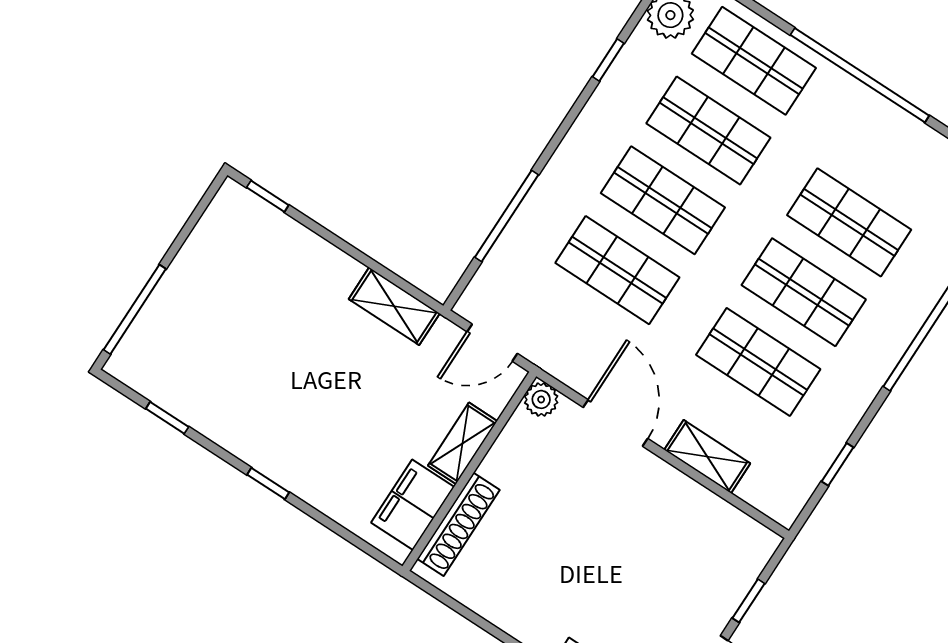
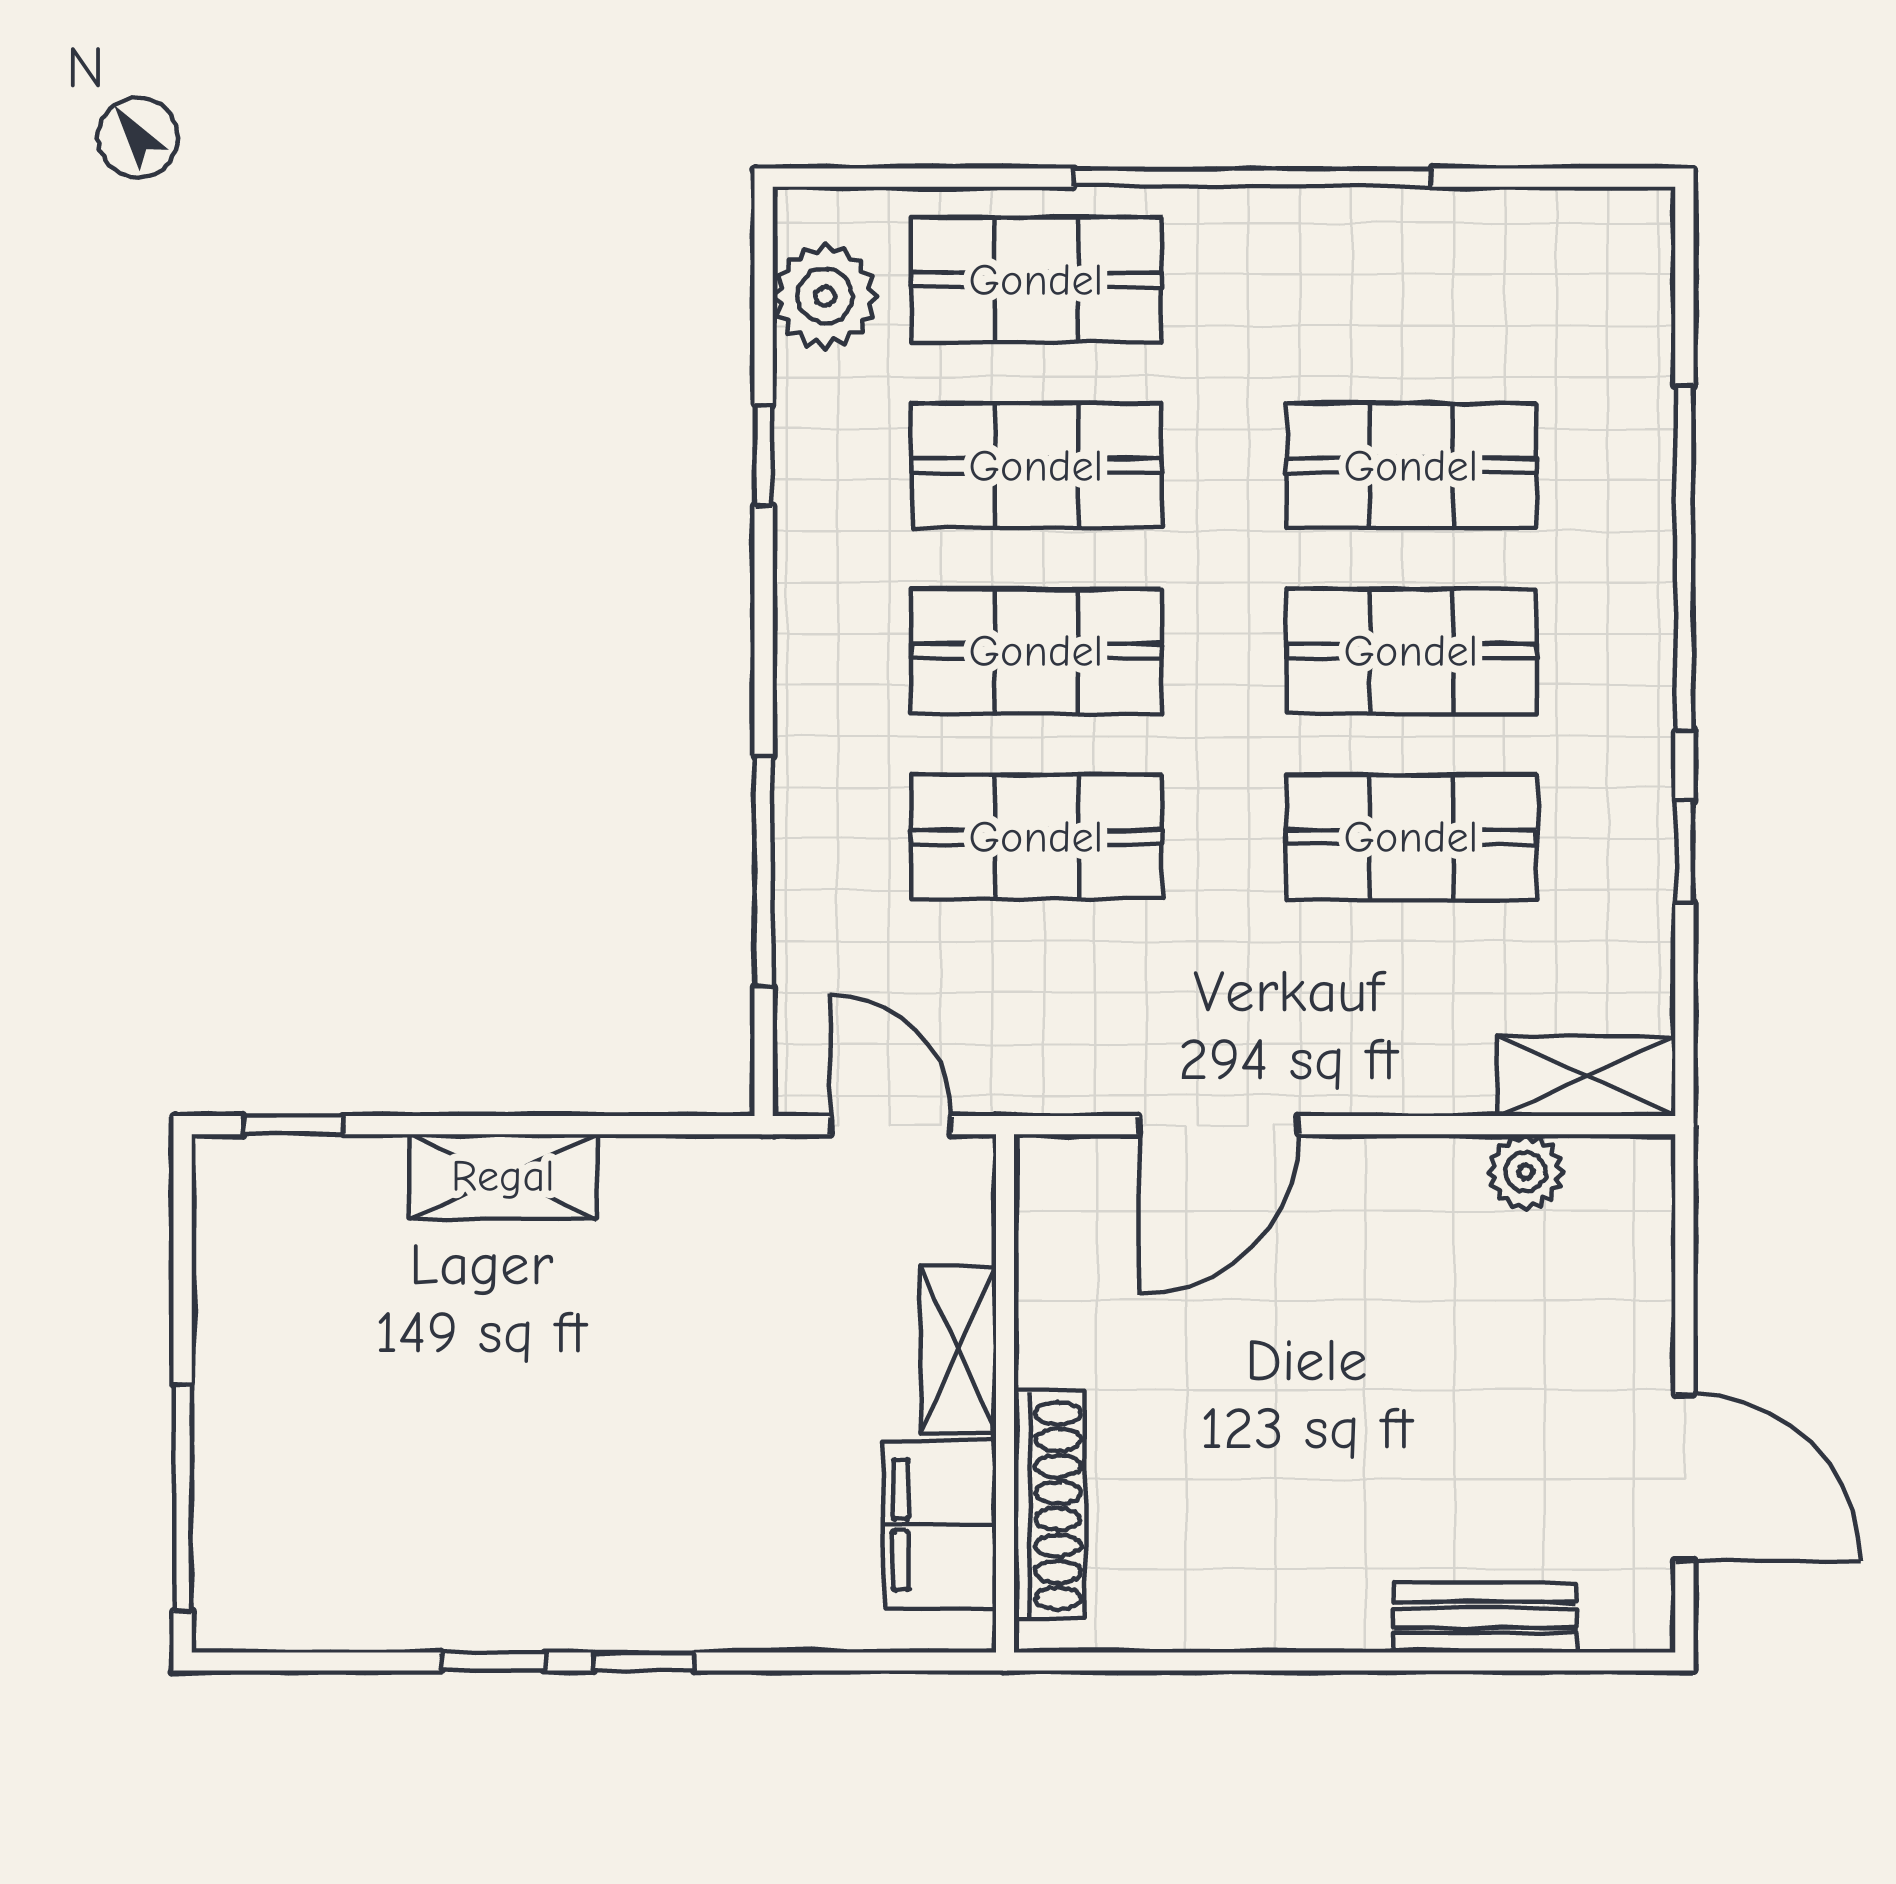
shelving: (394, 306) -> (503, 1176), moved
door: (492, 343) -> (891, 1125), swing flipped
plant: (541, 399) -> (1526, 1172), moved
window: (167, 418) -> (493, 1662), moved
door: (615, 423) -> (1219, 1125), swing flipped
shelving: (707, 457) -> (1587, 1076), moved
window: (837, 464) -> (1684, 851), moved
window: (749, 601) -> (1684, 1295), removed

